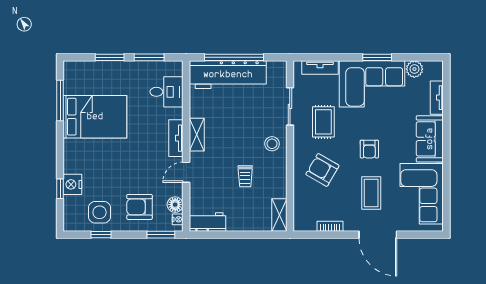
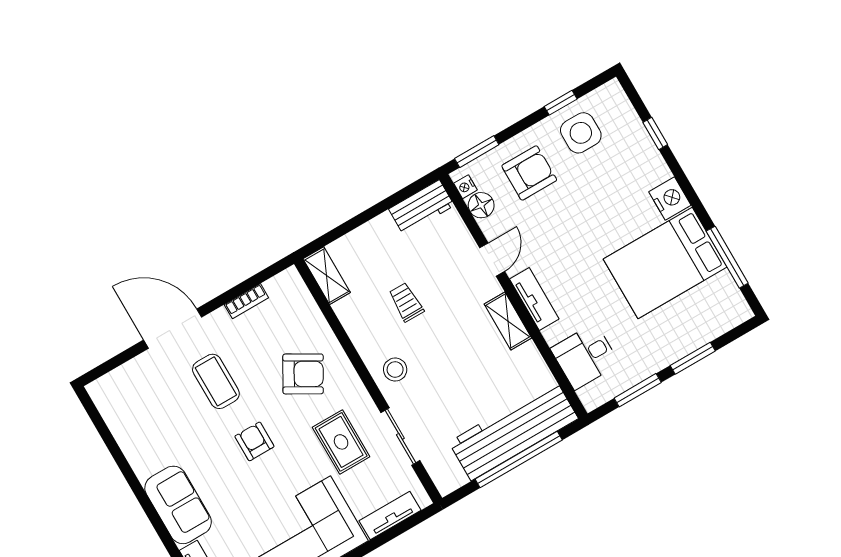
nightstand: (72, 184) -> (670, 198), moved
corner sofa: (422, 194) -> (145, 421), removed

